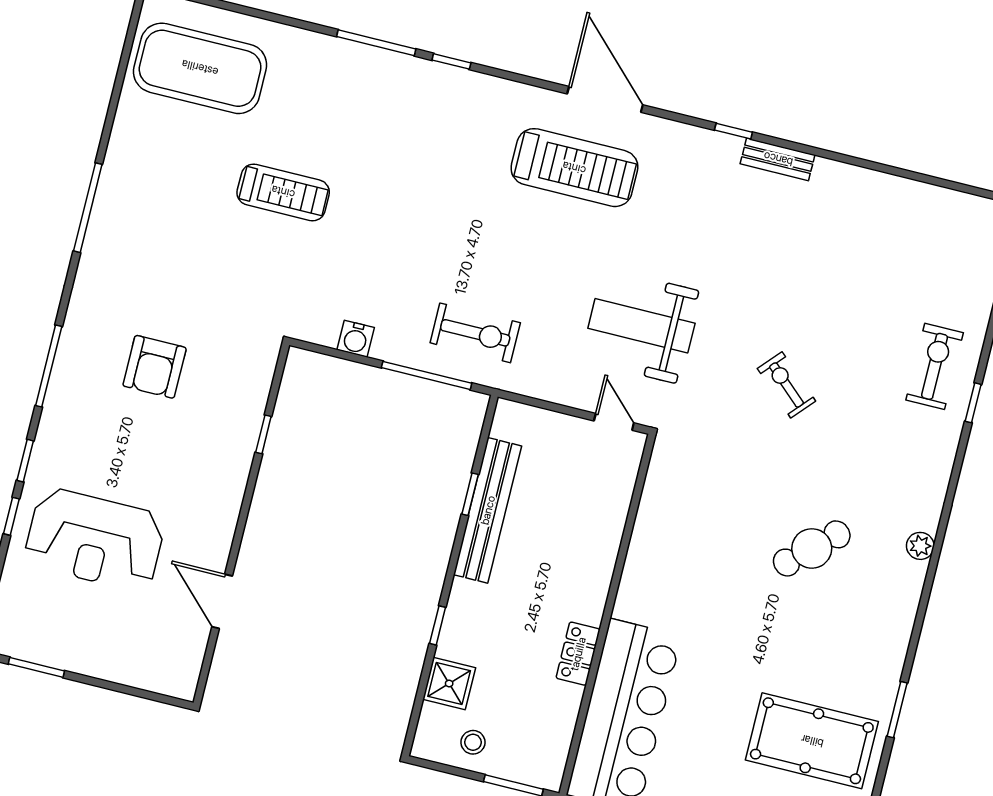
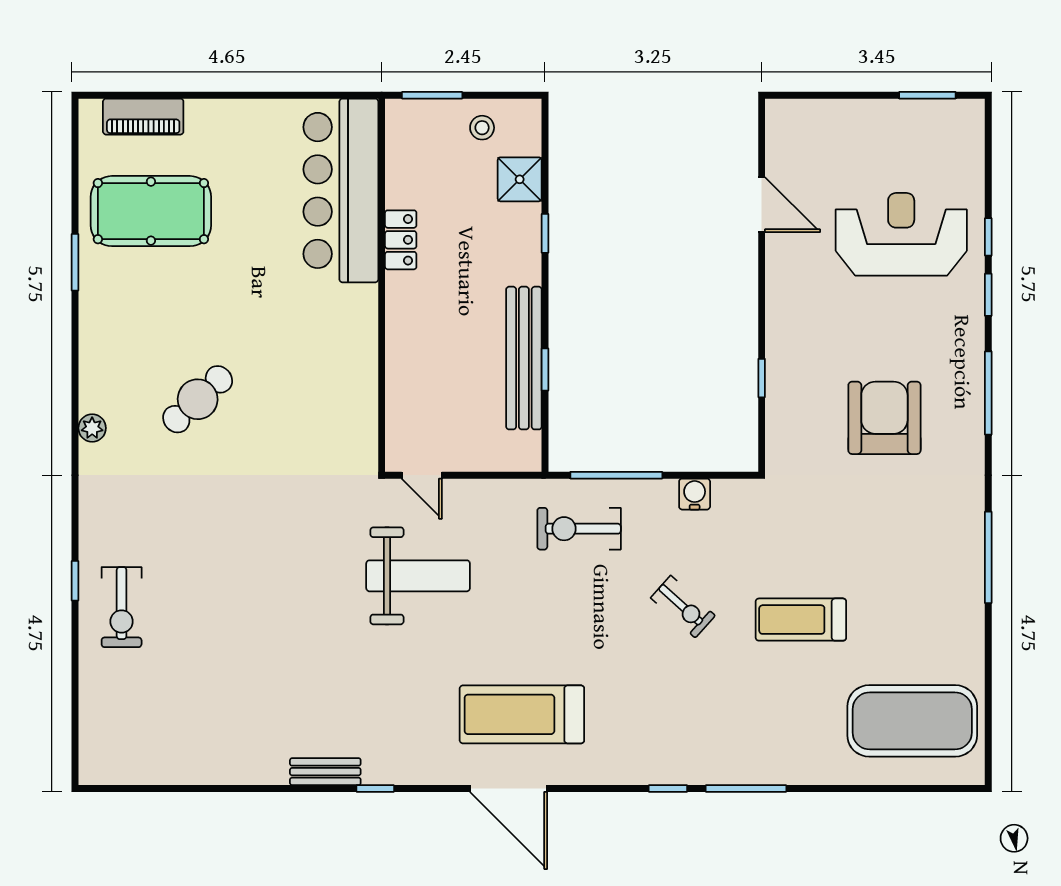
armchair: (155, 367) -> (884, 418), width x1.36, depth x1.36
exercise bike: (786, 385) -> (683, 607), moved

